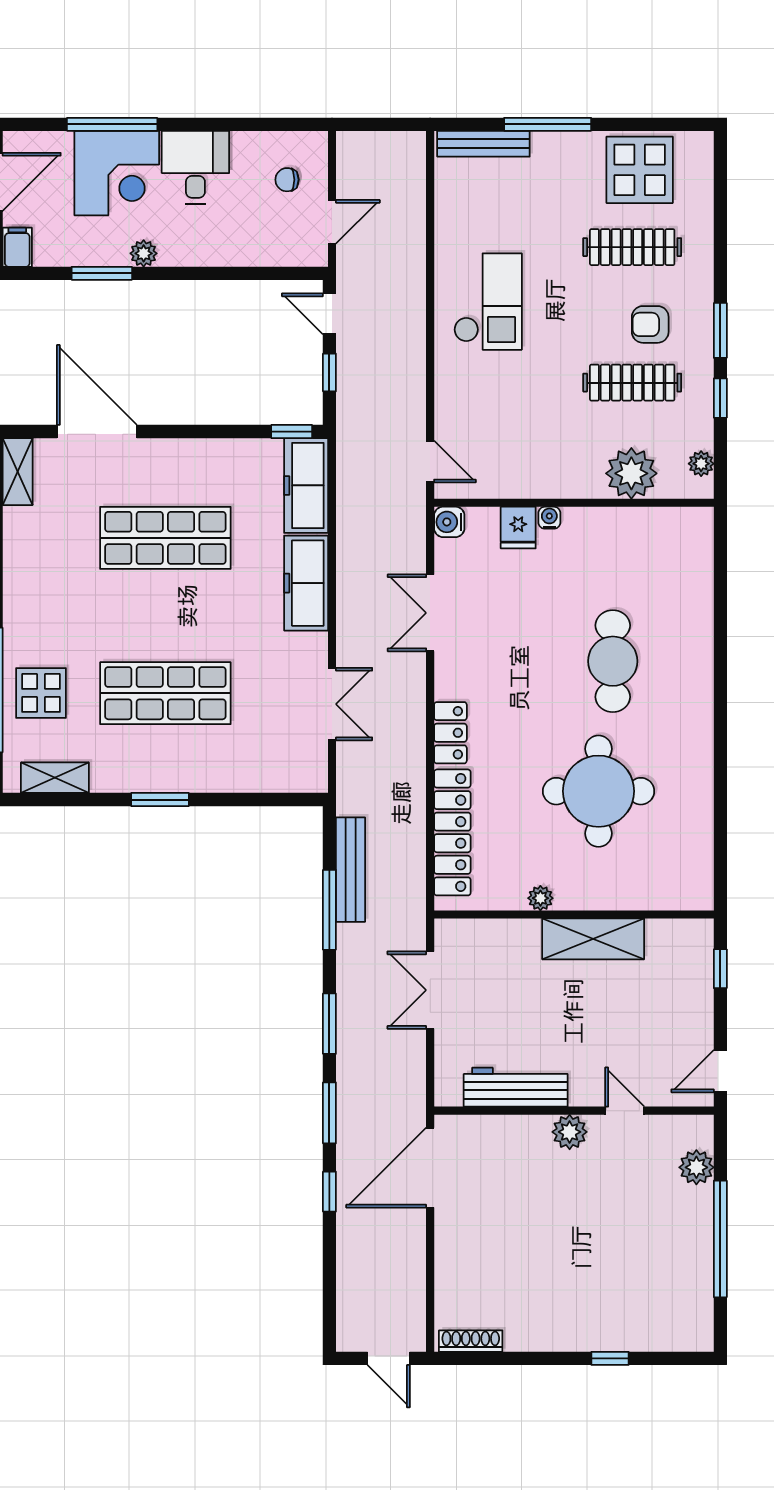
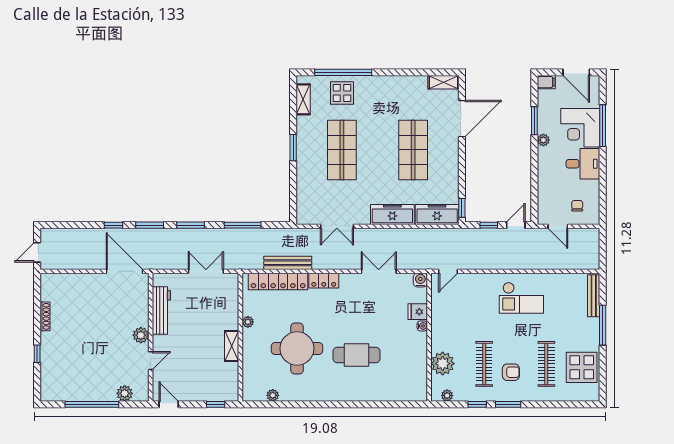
armchair: (650, 324) -> (511, 372), turned 90
plant: (701, 844) -> (273, 395), added
bench: (351, 870) -> (288, 263), moved
shelving: (593, 939) -> (232, 346), width x0.67, depth x0.75
shoe rack: (471, 1341) -> (45, 316), moved

